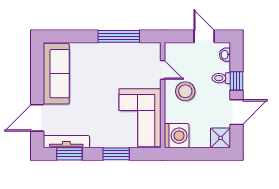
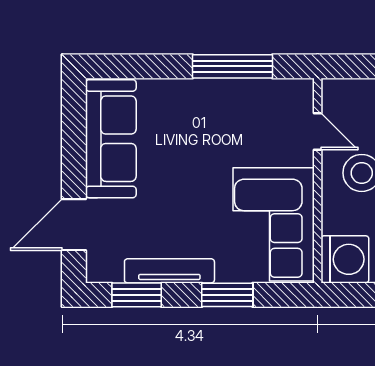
tv unit: (66, 142) -> (169, 271), moved

